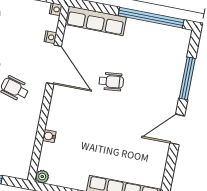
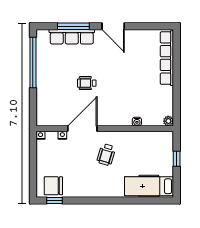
row of seats: (96, 21) -> (72, 37), moved, turned 90
wheelchair: (111, 82) -> (87, 83), turned -84

